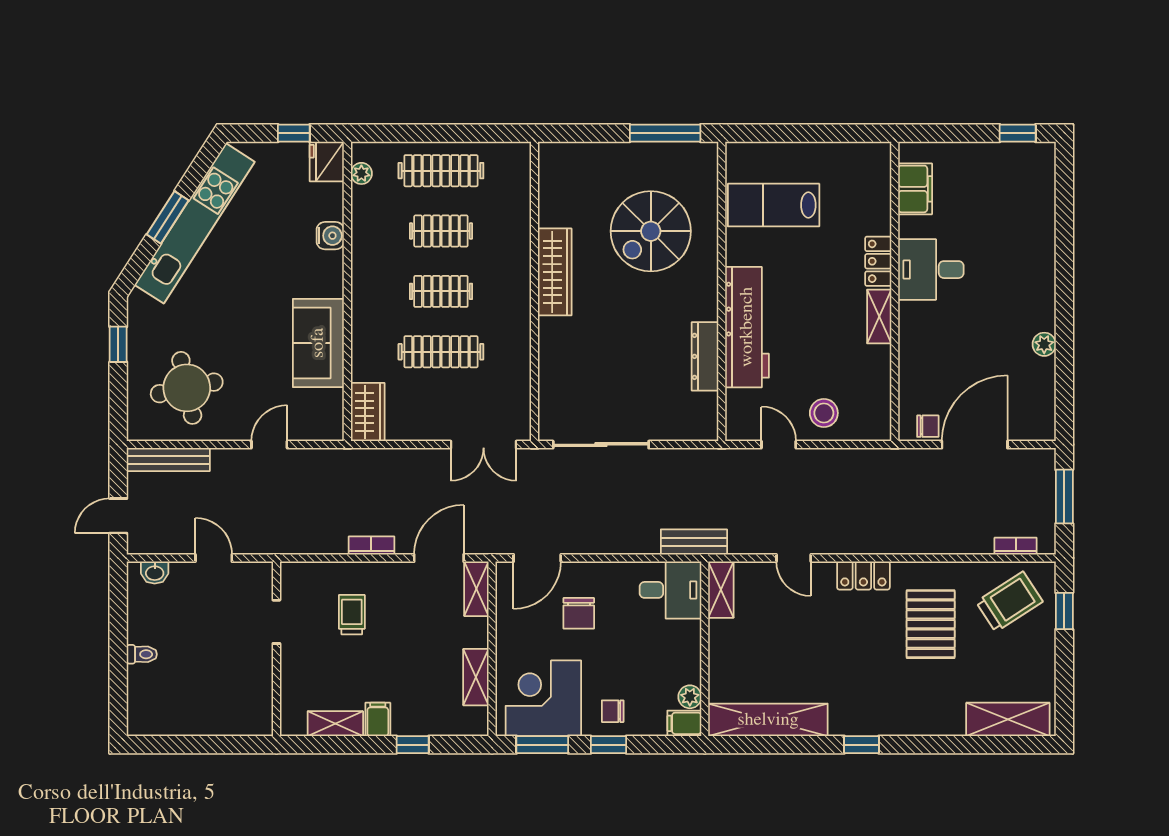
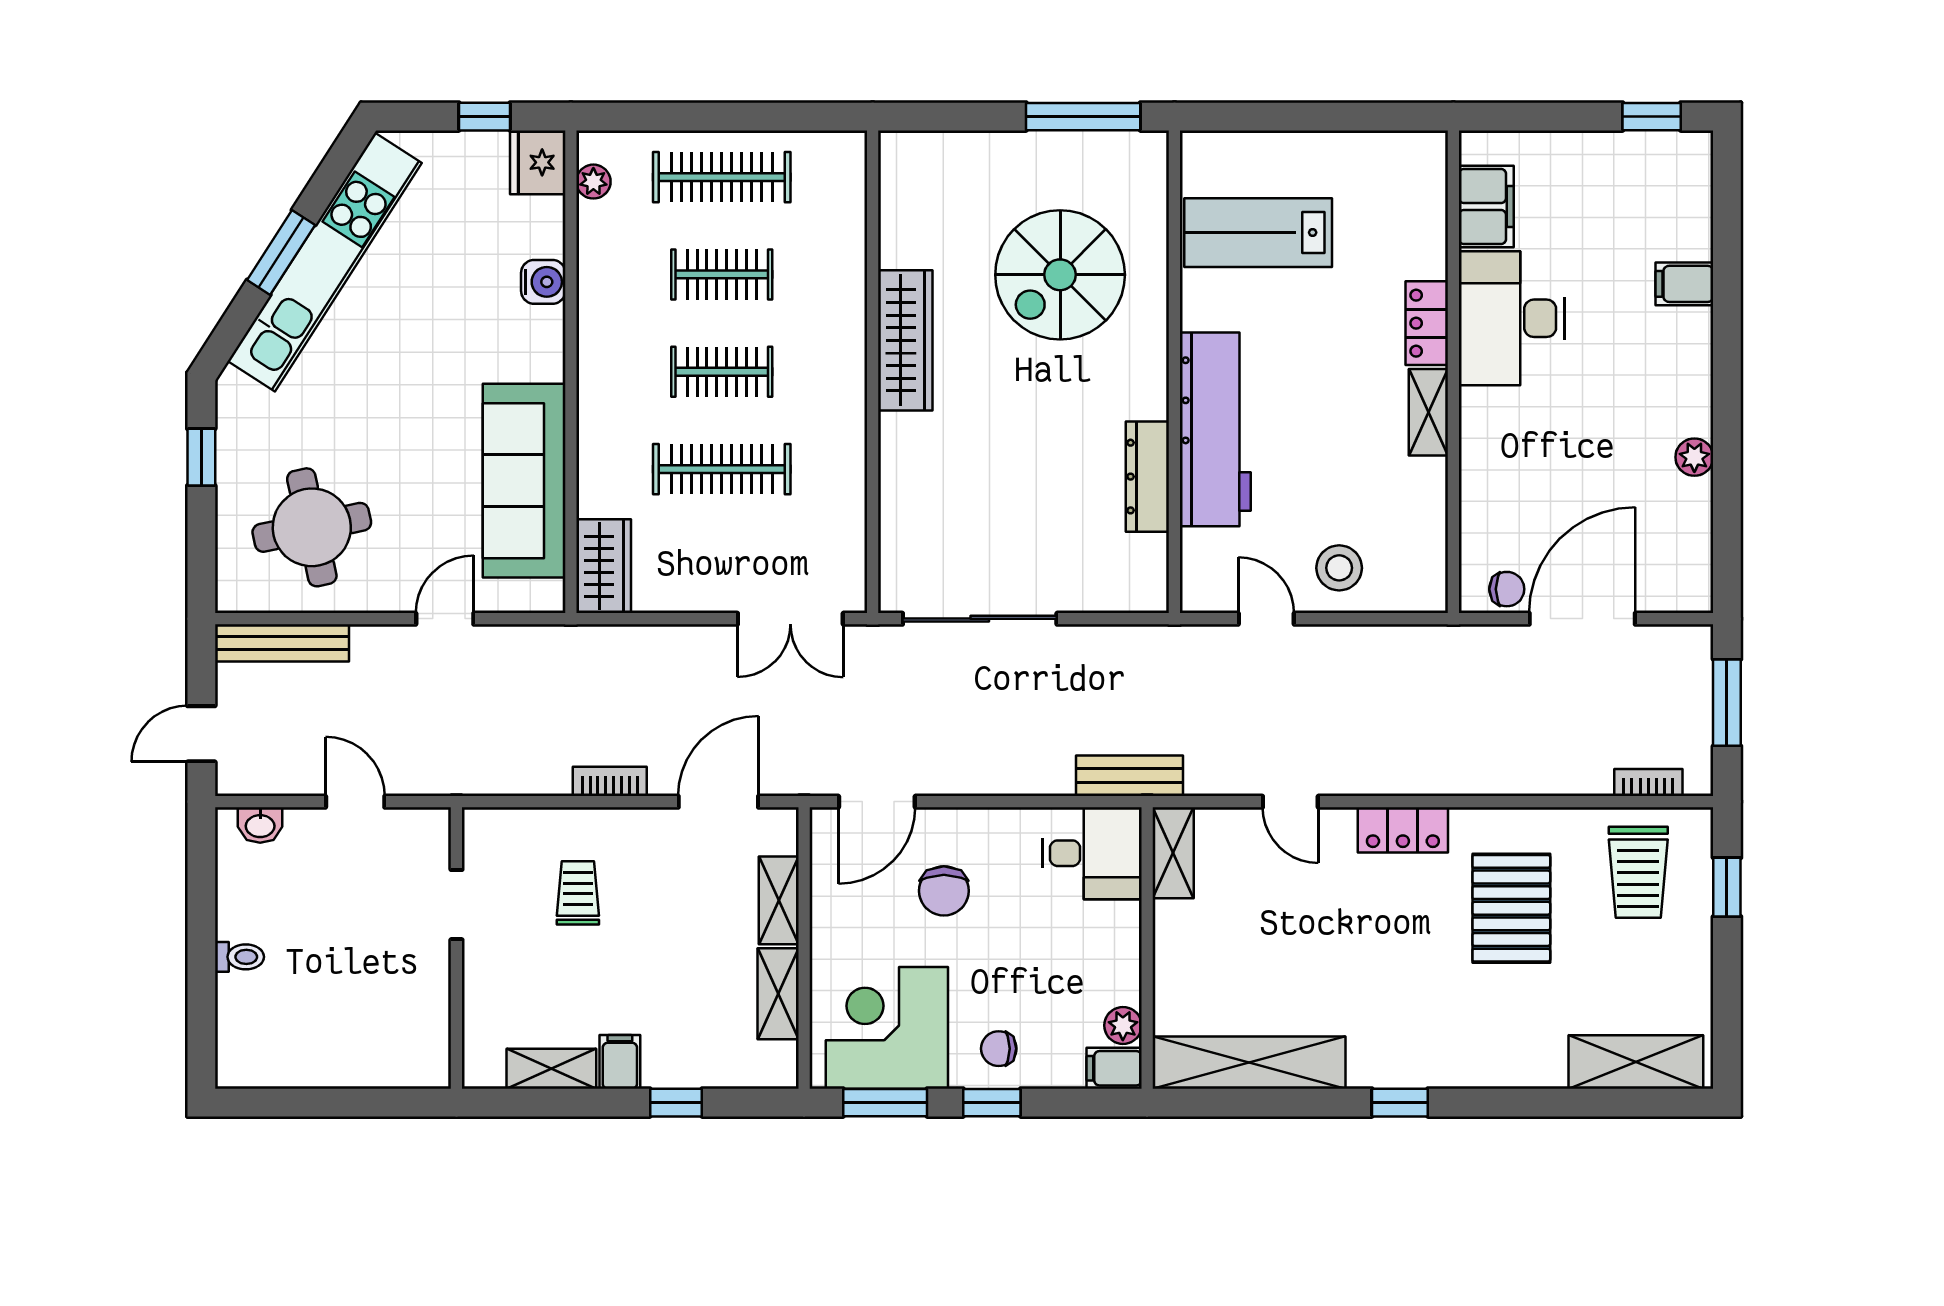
filing cabinet: (1038, 237) -> (1684, 284), added
desk: (931, 270) -> (1512, 318), width x1.37
sofa: (318, 343) -> (524, 481), width x1.36
shelving: (476, 589) -> (779, 900), moved
trolley: (1009, 602) -> (1638, 872), turned 123

